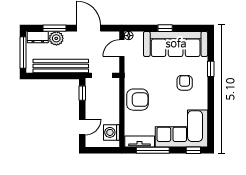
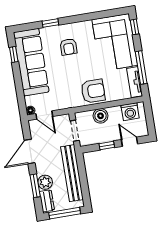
window: (165, 28) -> (14, 55), moved
armchair: (185, 83) -> (69, 47), turned -90
window: (82, 93) -> (107, 146), moved
armchair: (137, 100) -> (93, 91), turned 90
boiler: (112, 103) -> (100, 116), added

